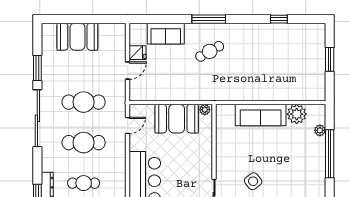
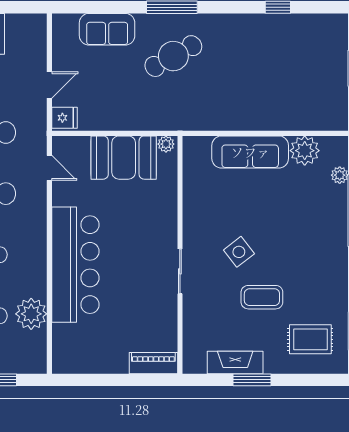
cafe table: (210, 51) -> (173, 56), width x1.37, depth x1.35
fridge: (137, 53) -> (64, 118), moved
door: (128, 126) -> (49, 168), hinge flipped

